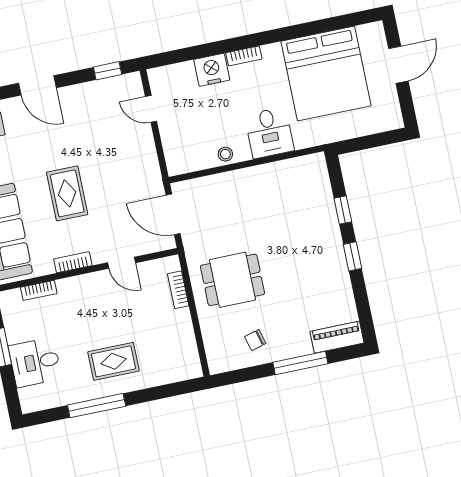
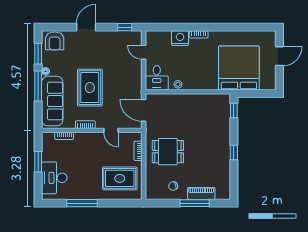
bed: (326, 73) -> (239, 68), moved, turned 180
door: (37, 85) -> (86, 27), swing flipped
desk: (269, 133) -> (157, 78), moved
rug: (67, 193) -> (90, 88), width x1.36, depth x1.43
window: (343, 210) -> (234, 111), moved
piano: (337, 337) -> (201, 194), moved
rug: (113, 361) -> (120, 178), moved, width x1.36, depth x1.43
desk: (35, 362) -> (54, 178), width x1.37

